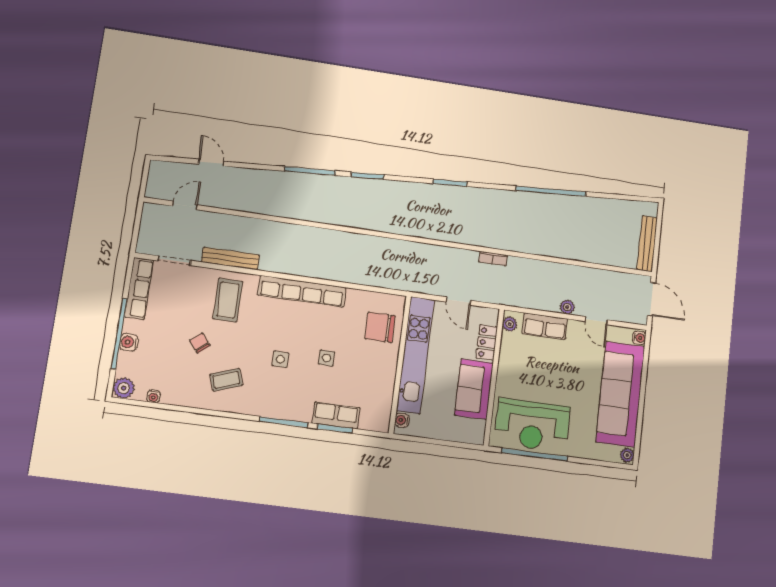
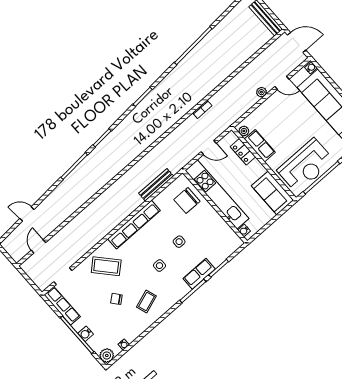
bench: (230, 259) -> (156, 185), moved
coffee table: (228, 300) -> (106, 266), turned -42
row of seats: (545, 326) -> (260, 146), moved, turned -90
sofa: (474, 389) -> (272, 193), moved
row of seats: (336, 415) -> (199, 274), moved

